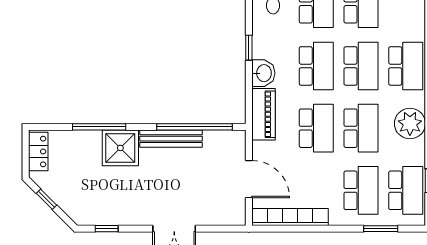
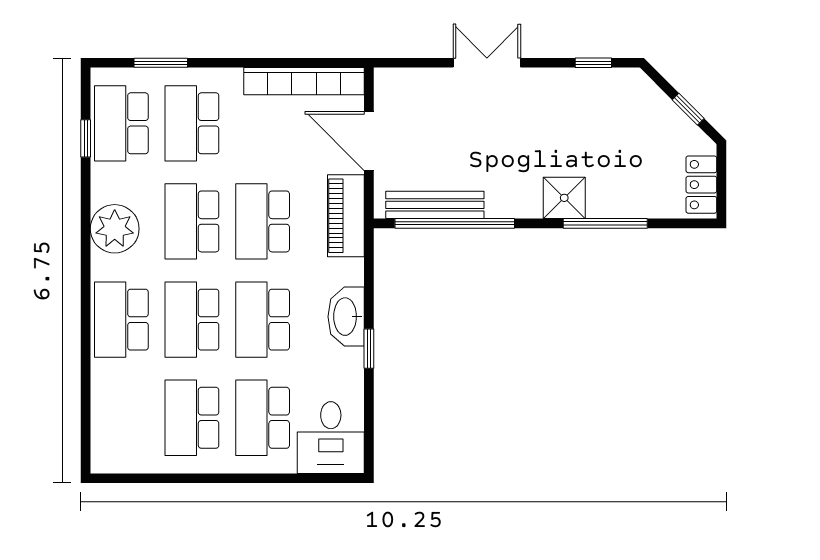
washbasin: (263, 73) -> (346, 317), width x1.38
piano: (263, 114) -> (346, 216), moved
bench: (171, 139) -> (435, 205), moved
shower: (120, 148) -> (564, 198), width x0.73, depth x0.73

